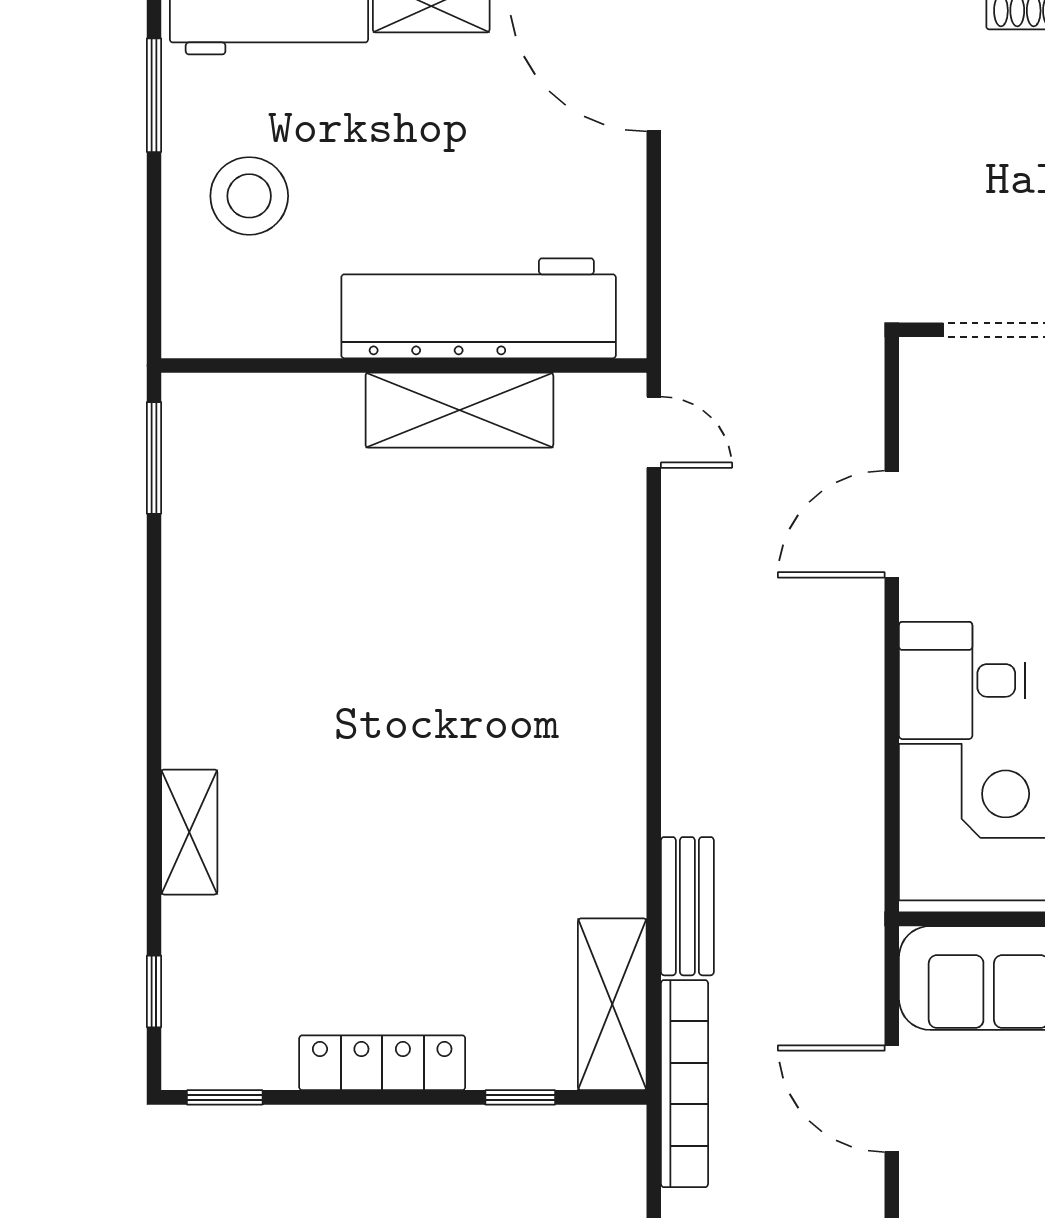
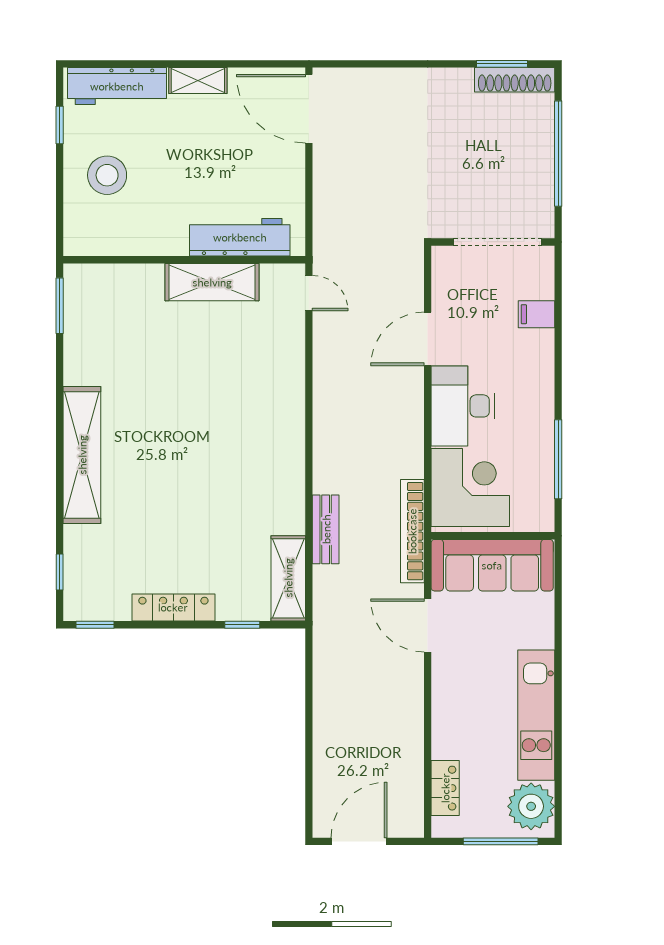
window: (154, 95) -> (60, 125), width x0.67
workbench: (479, 308) -> (240, 237), width x0.73, depth x0.76
desk: (962, 680) -> (463, 406), width x1.37
shelving: (189, 832) -> (82, 455), width x2.20, depth x1.33
bookcase: (685, 1084) -> (412, 531), moved, turned 180

